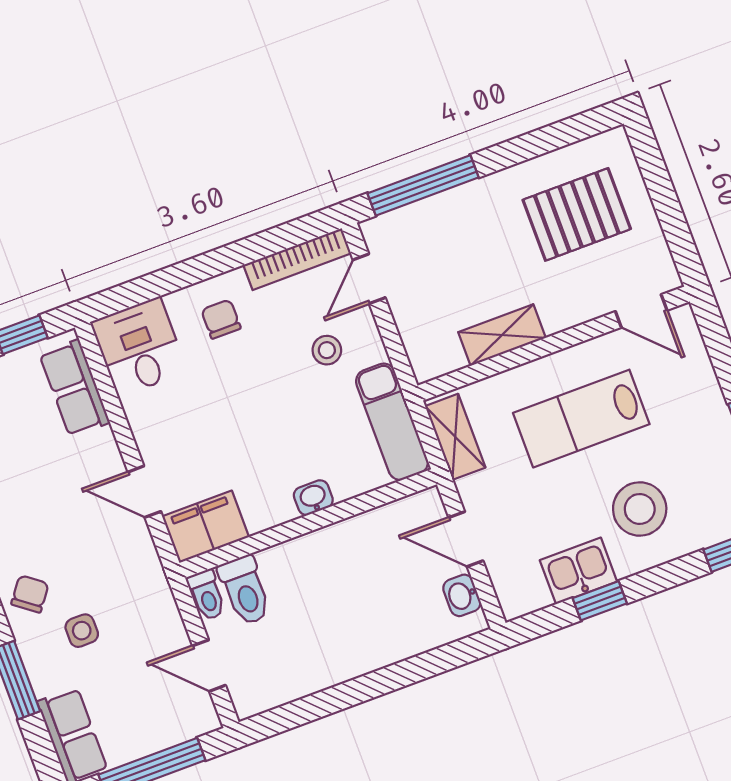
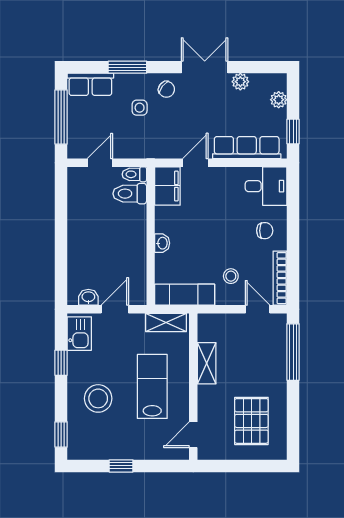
row of seats: (74, 388) -> (247, 148), width x1.48
kitchen sink: (578, 571) -> (79, 334), moved

